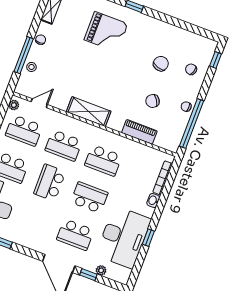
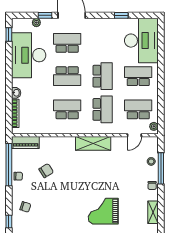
chair: (161, 64) -> (51, 202), removed
piano: (139, 132) -> (25, 143), moved
school desk: (64, 145) -> (103, 109), turned 90
window: (148, 238) -> (9, 34), moved

